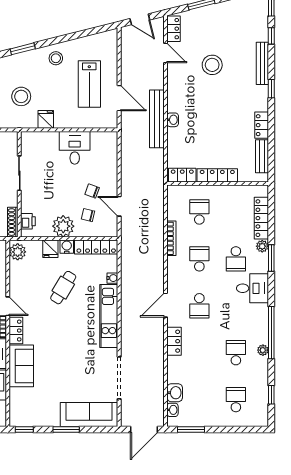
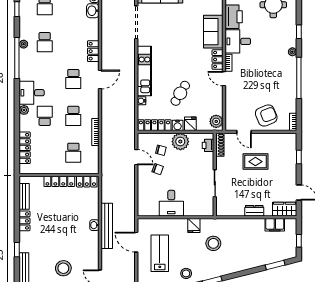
plant: (262, 246) -> (24, 110), moved
window: (271, 258) -> (17, 116), removed
school desk: (199, 306) -> (73, 79), turned 180

